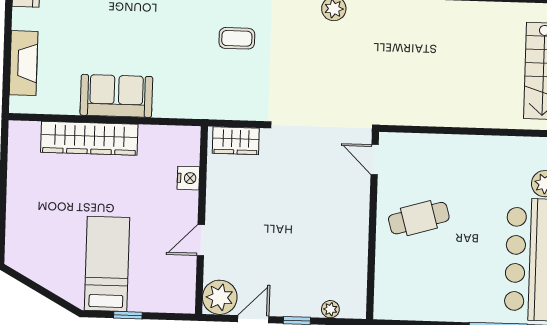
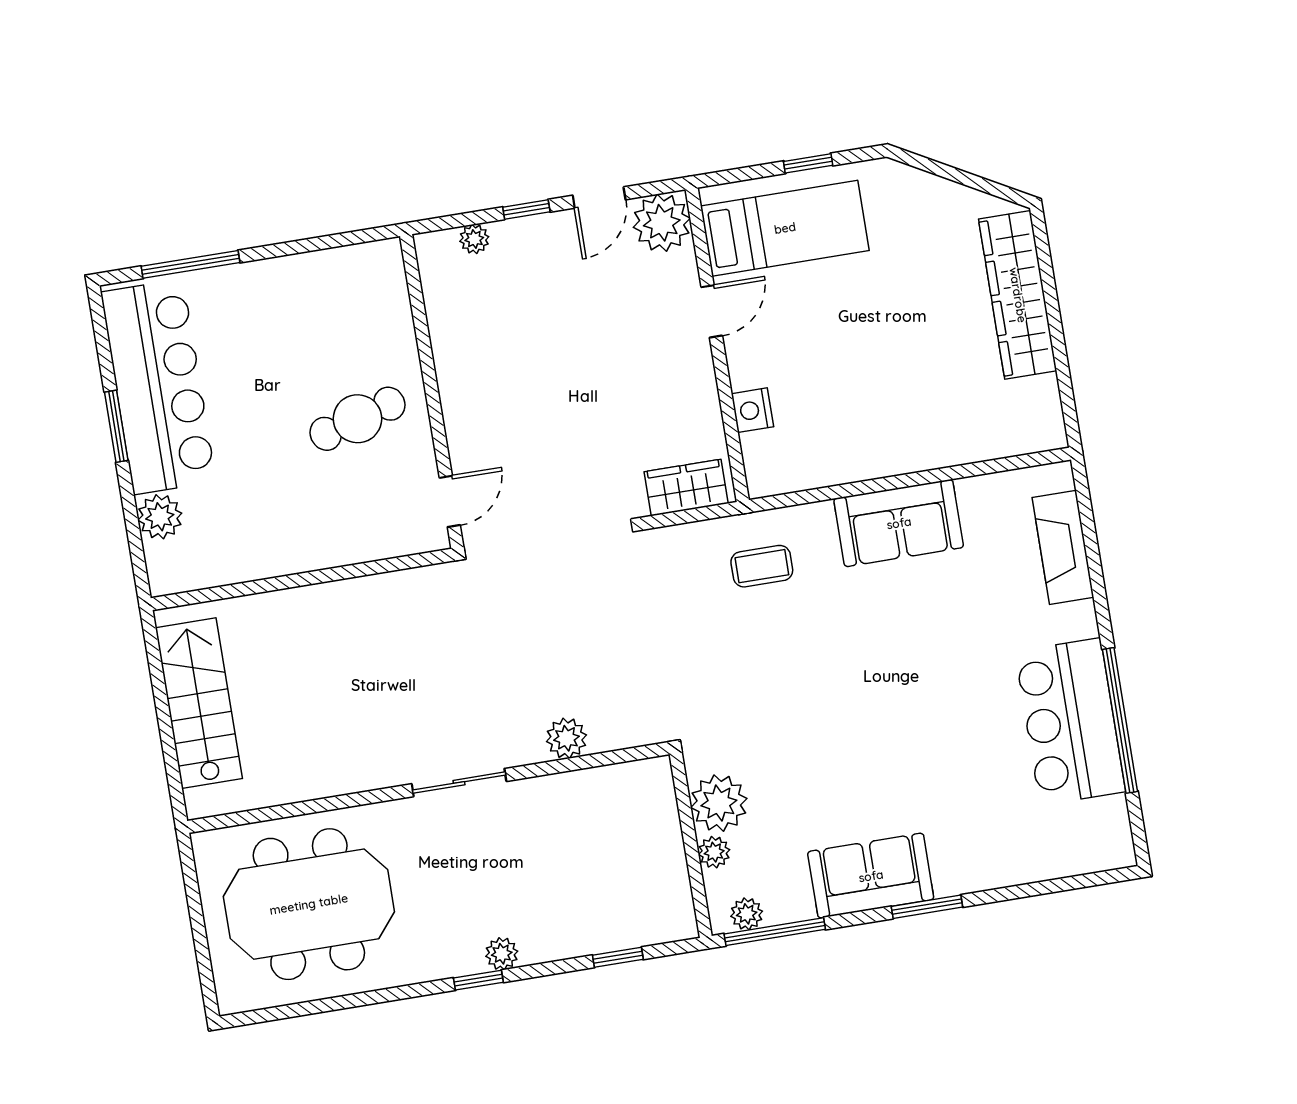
coffee table: (237, 38) -> (762, 566), moved
wardrobe: (89, 138) -> (1018, 295), moved, turned -90
door: (375, 160) -> (450, 501), hinge flipped
bed: (107, 264) -> (785, 228), moved, turned -90

